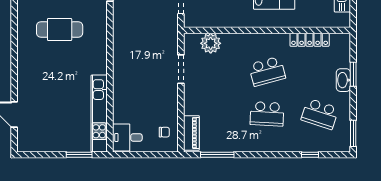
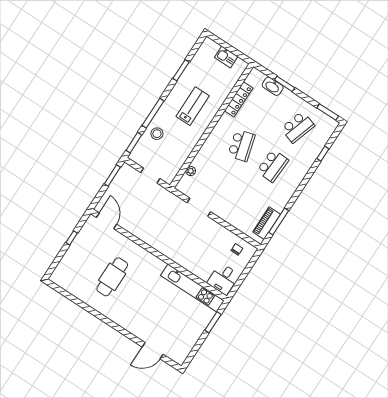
plant: (211, 43) -> (191, 171), width x0.53, depth x0.53
washbasin: (343, 80) -> (273, 86), moved
piano: (191, 133) -> (267, 223), moved, turned -90

